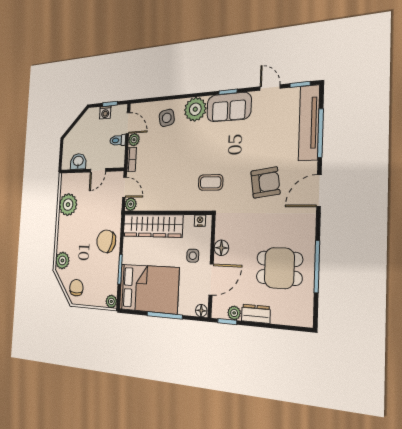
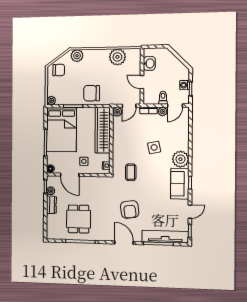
side table: (167, 118) -> (154, 147), moved
chair: (106, 241) -> (92, 93), turned -104
floor lamp: (221, 248) -> (89, 181), removed

